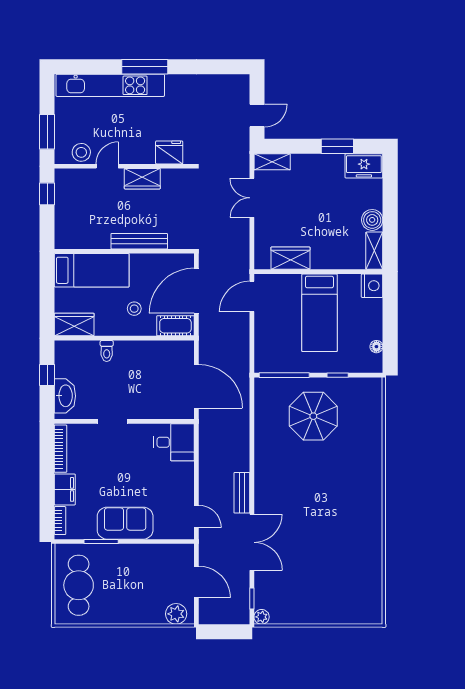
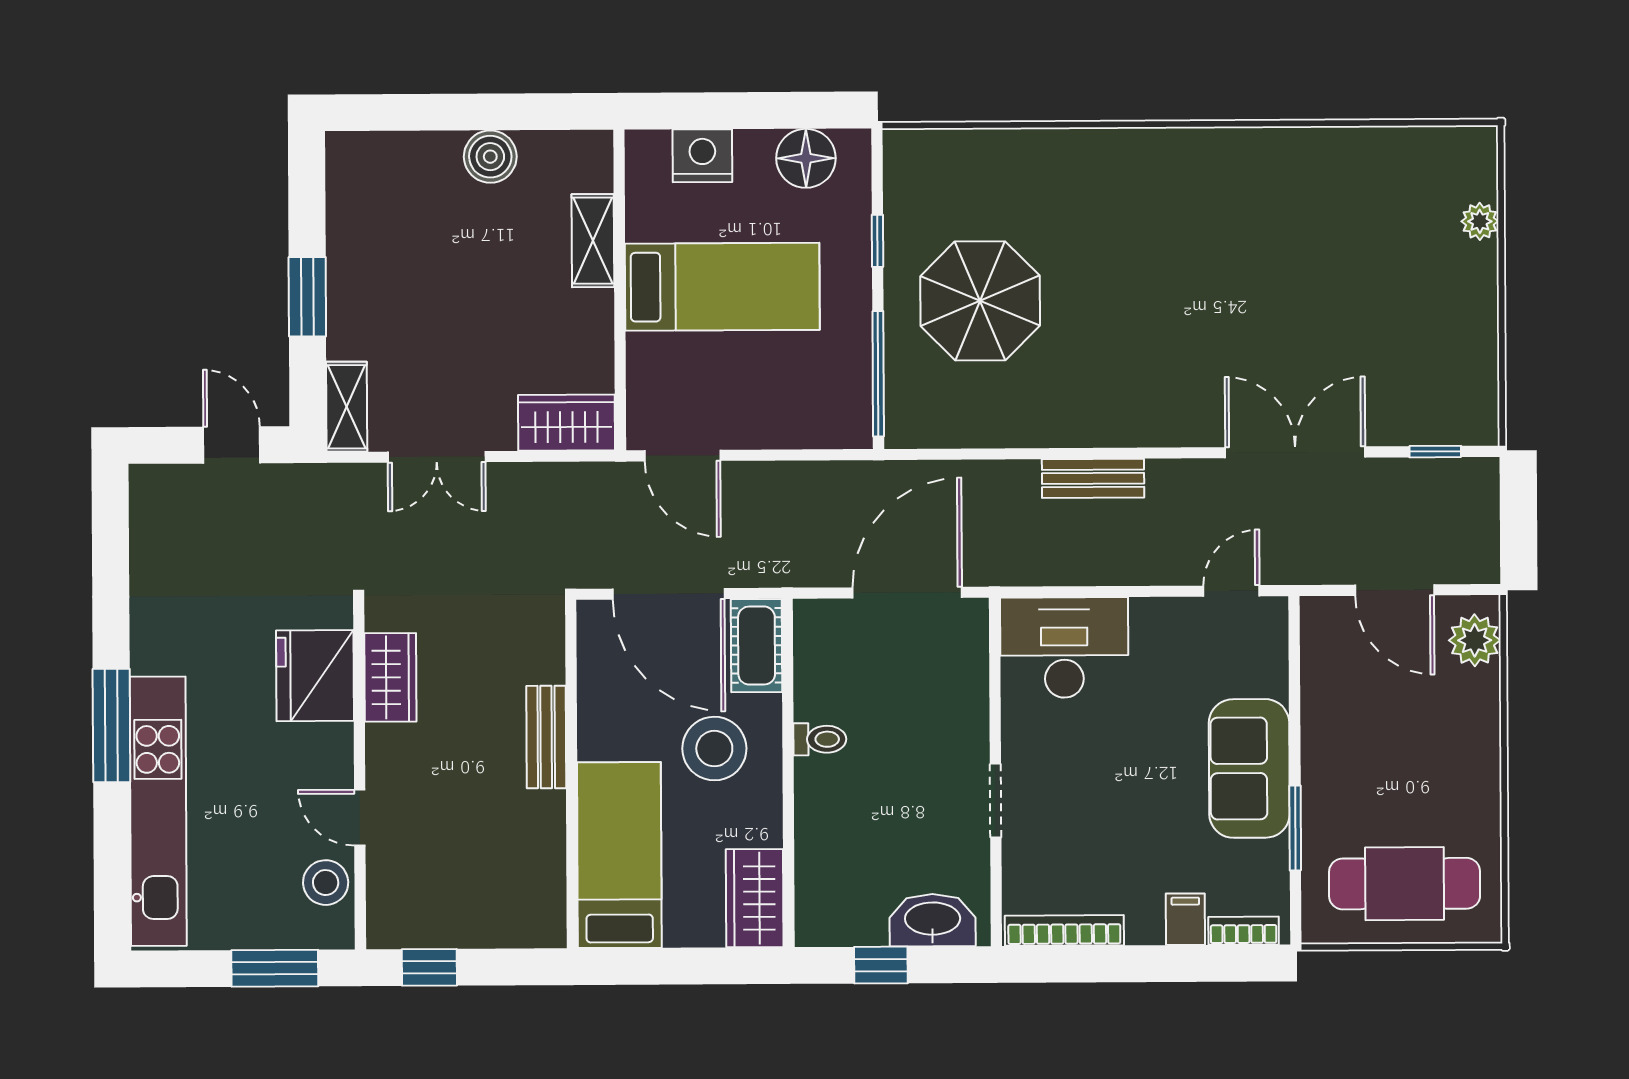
window: (337, 146) -> (307, 297), moved
fridge: (169, 152) -> (315, 676), width x1.36, depth x1.34
freezer: (364, 166) -> (356, 178), removed
wardrobe: (142, 179) -> (390, 677), moved
bench: (139, 241) -> (546, 737), width x0.73
shelving: (374, 251) -> (593, 241), moved, turned 90
wardrobe: (290, 258) -> (566, 423), moved, turned 90
nightstand: (372, 286) -> (702, 156), moved
stool: (134, 309) -> (714, 749), width x1.89, depth x1.89
floor lamp: (376, 347) -> (806, 158), width x1.89, depth x1.89
toilet: (107, 351) -> (820, 739), moved
desk: (174, 442) -> (1064, 648), width x1.37
filing cabinet: (65, 489) -> (1185, 919), width x0.50
bench: (242, 493) -> (1093, 478), moved
door: (196, 582) -> (1395, 590), swing flipped
plant: (262, 617) -> (1480, 221), moved

